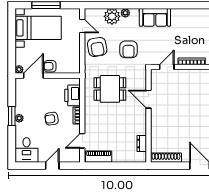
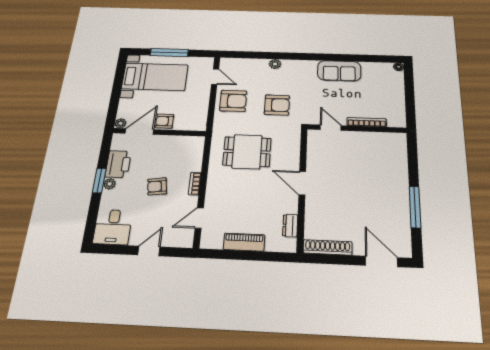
plant: (112, 16) -> (257, 67), removed
sofa: (155, 17) -> (339, 71), moved
armchair: (97, 47) -> (233, 101), turned -80
armchair: (129, 49) -> (277, 105), turned -90
door: (167, 67) -> (331, 128), hinge flipped
printer: (73, 95) -> (118, 164), moved, turned 180
door: (148, 99) -> (302, 183), moved
piano: (99, 157) -> (244, 242), moved

